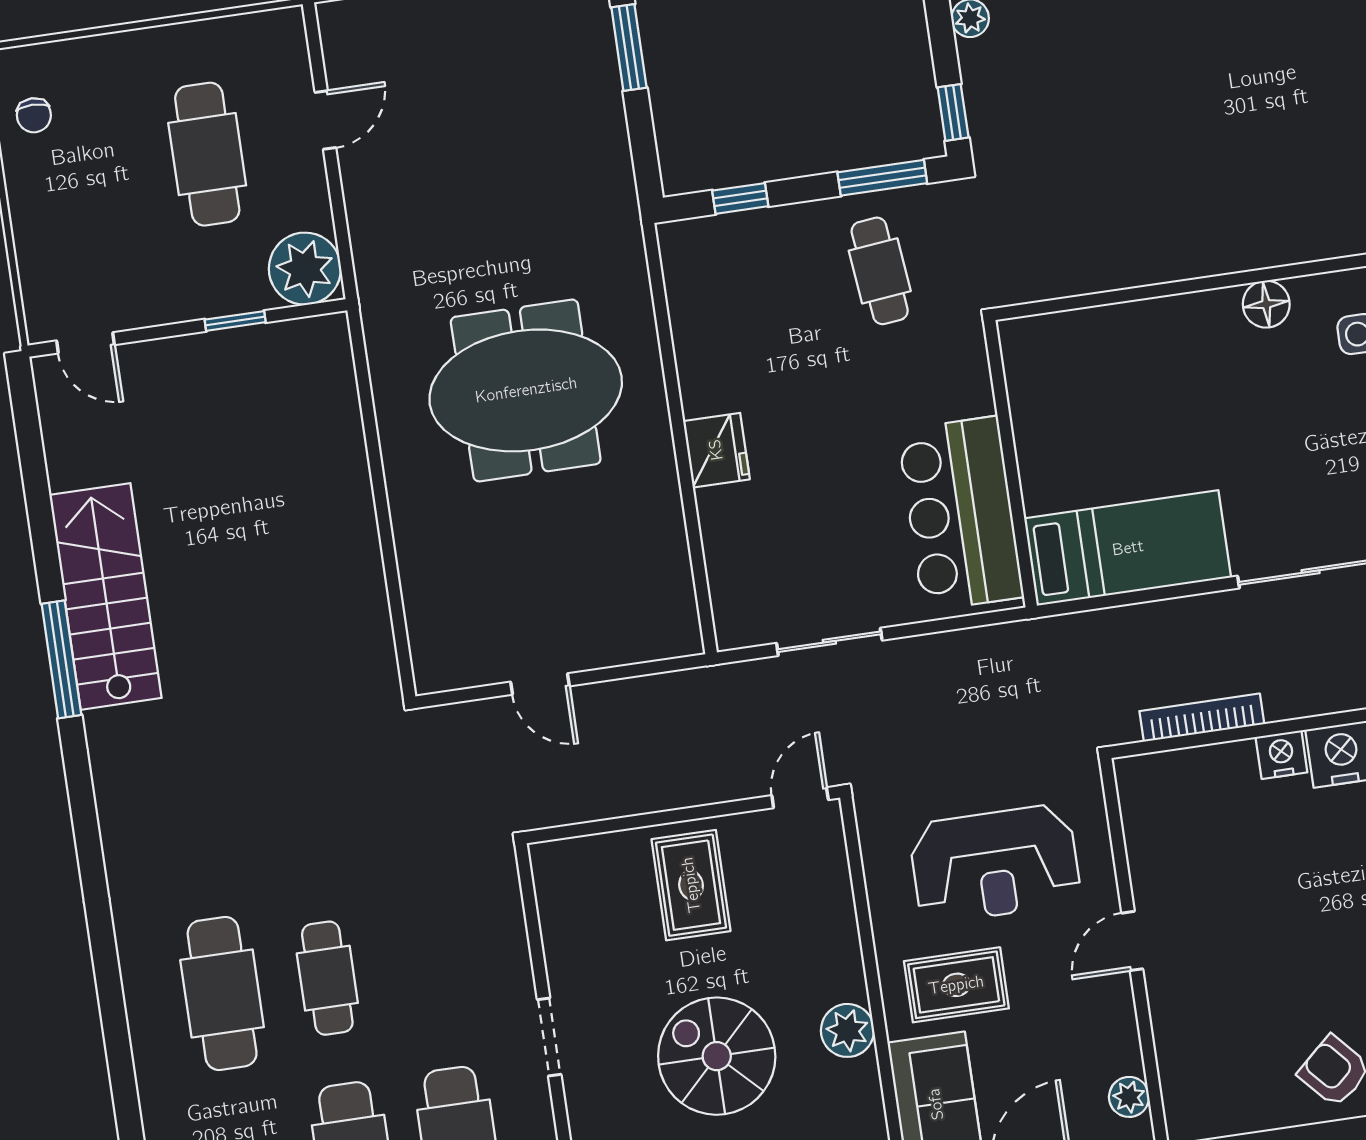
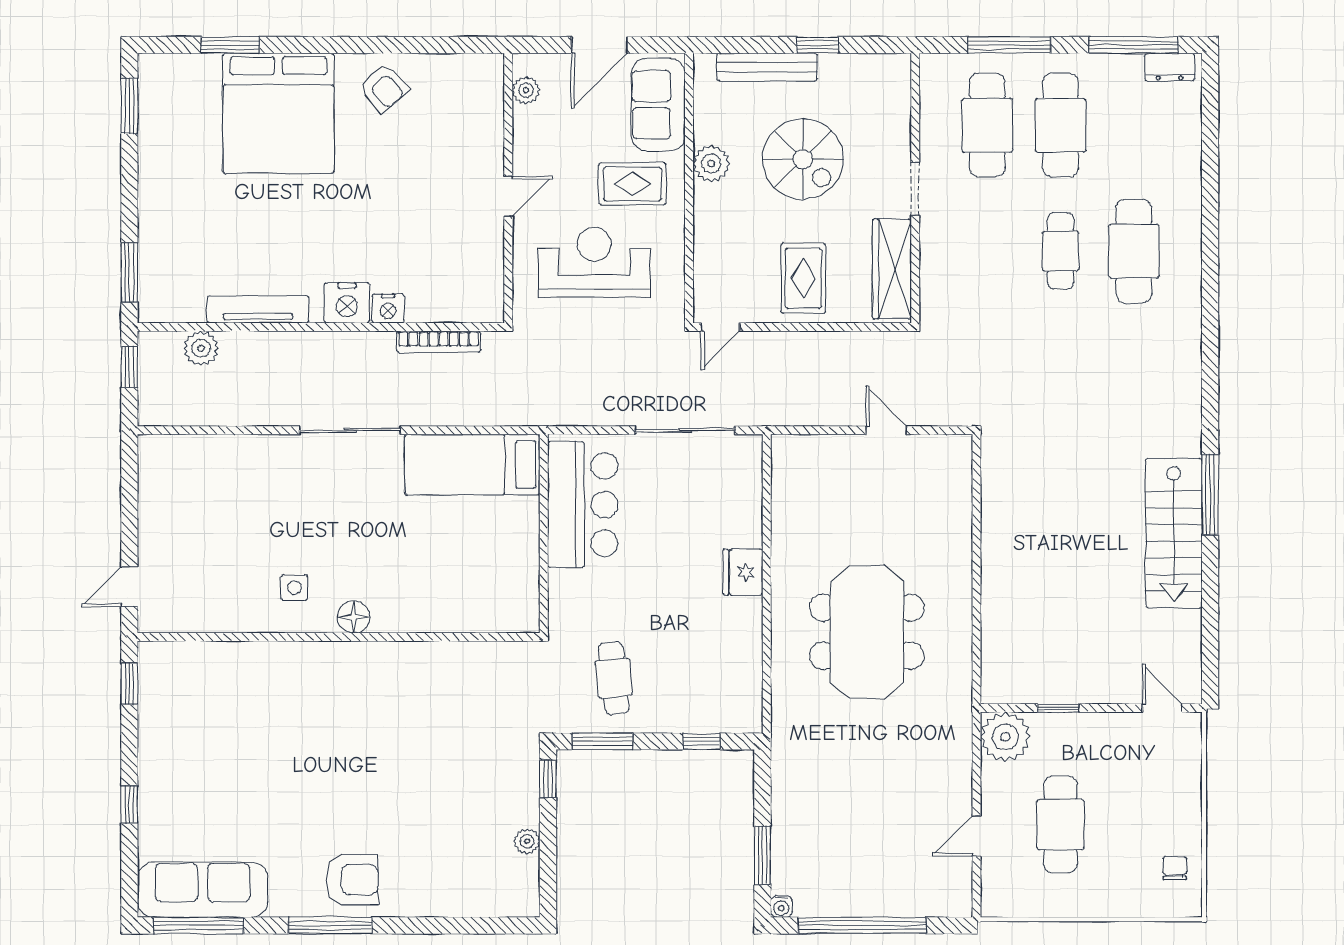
meeting table: (526, 390) -> (867, 632), turned 90
sliding door: (829, 642) -> (685, 430), width x1.37
wardrobe: (566, 917) -> (892, 269), added

